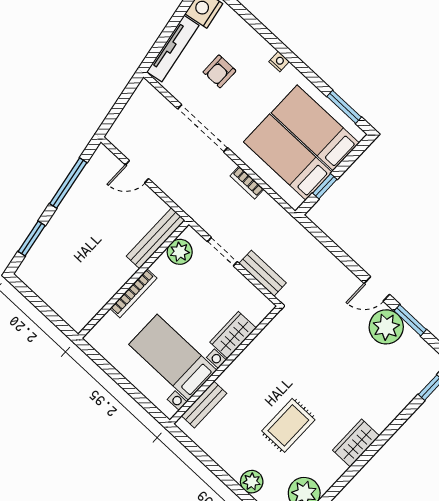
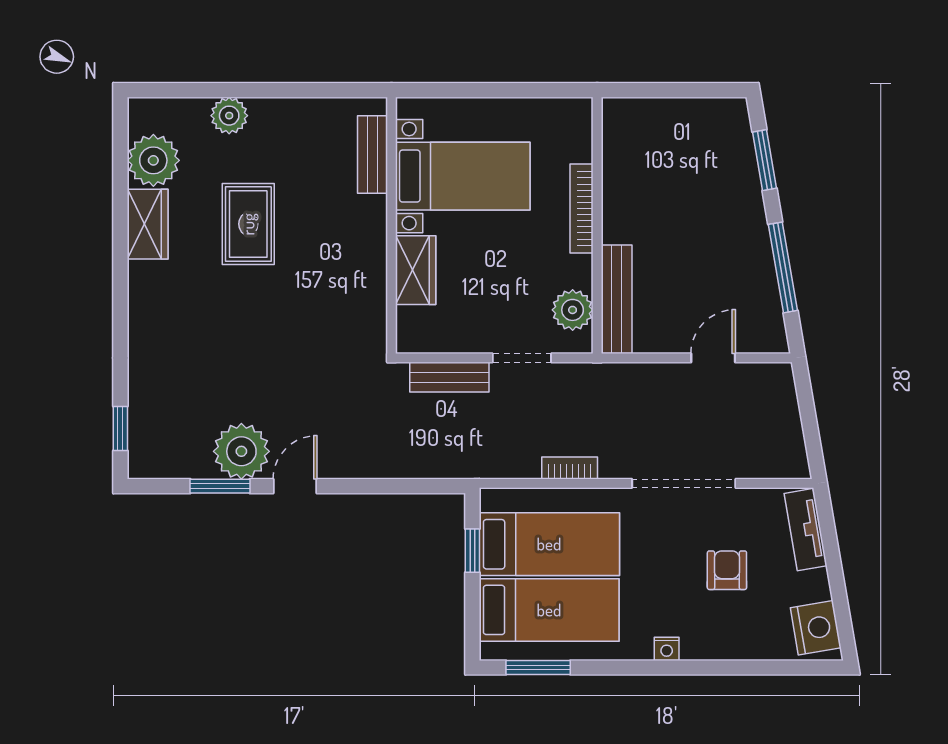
tv unit: (173, 49) -> (806, 530), width x0.71
wardrobe: (356, 443) -> (148, 224), moved

